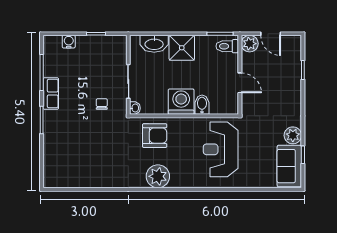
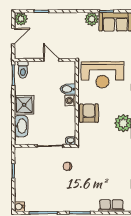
water cooler: (69, 42) -> (19, 207), moved
plant: (250, 44) -> (21, 19), moved
door: (240, 83) -> (51, 60), hinge flipped
row of seats: (51, 93) -> (111, 206), moved
washing machine: (181, 102) -> (70, 101), width x0.53, depth x0.53
armchair: (155, 136) -> (89, 113), moved

